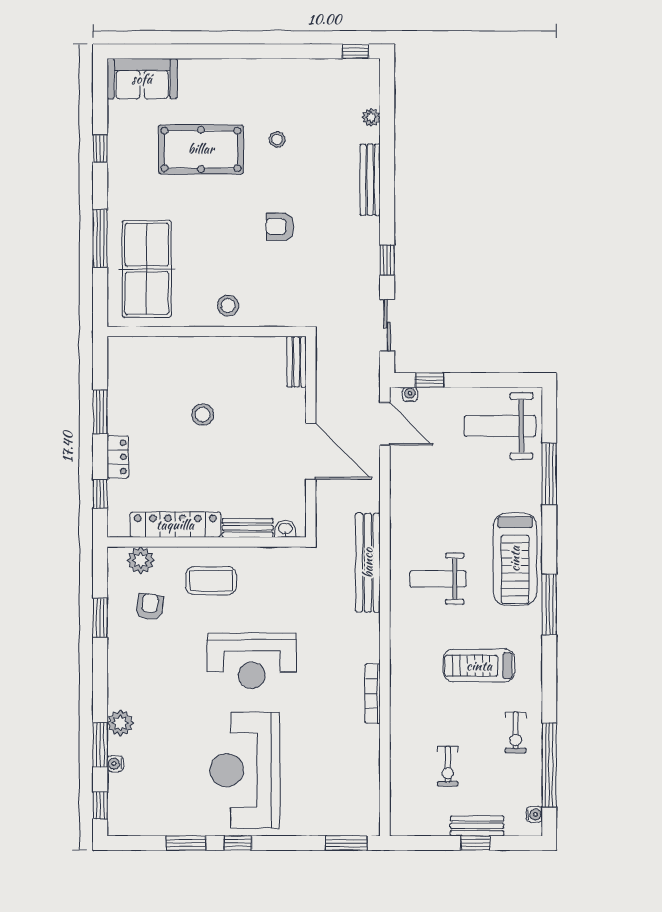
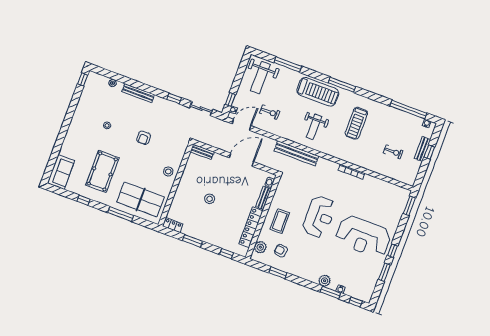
pool table: (201, 149) -> (102, 171), moved
locker: (118, 457) -> (173, 225), moved
exercise bike: (516, 733) -> (270, 112), moved

